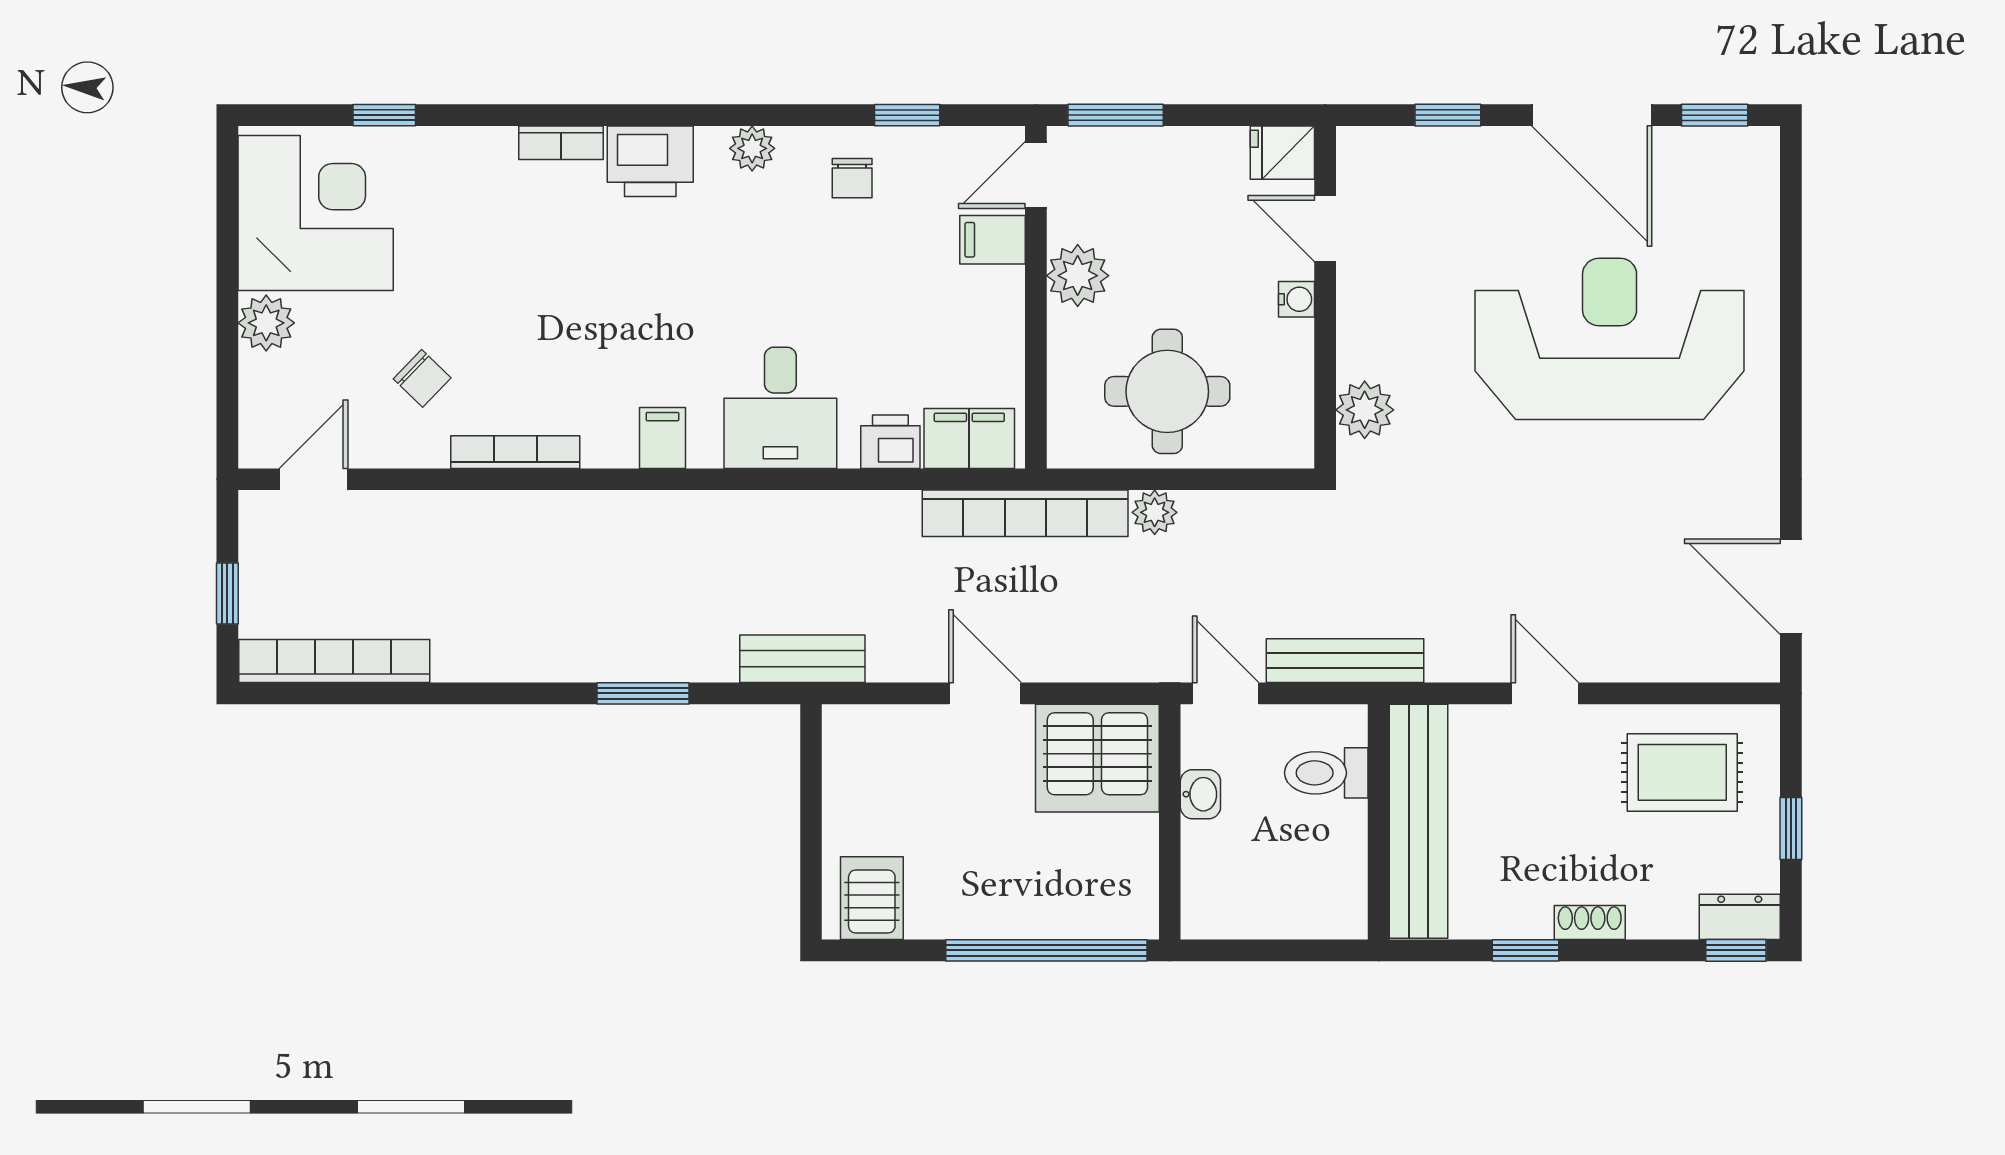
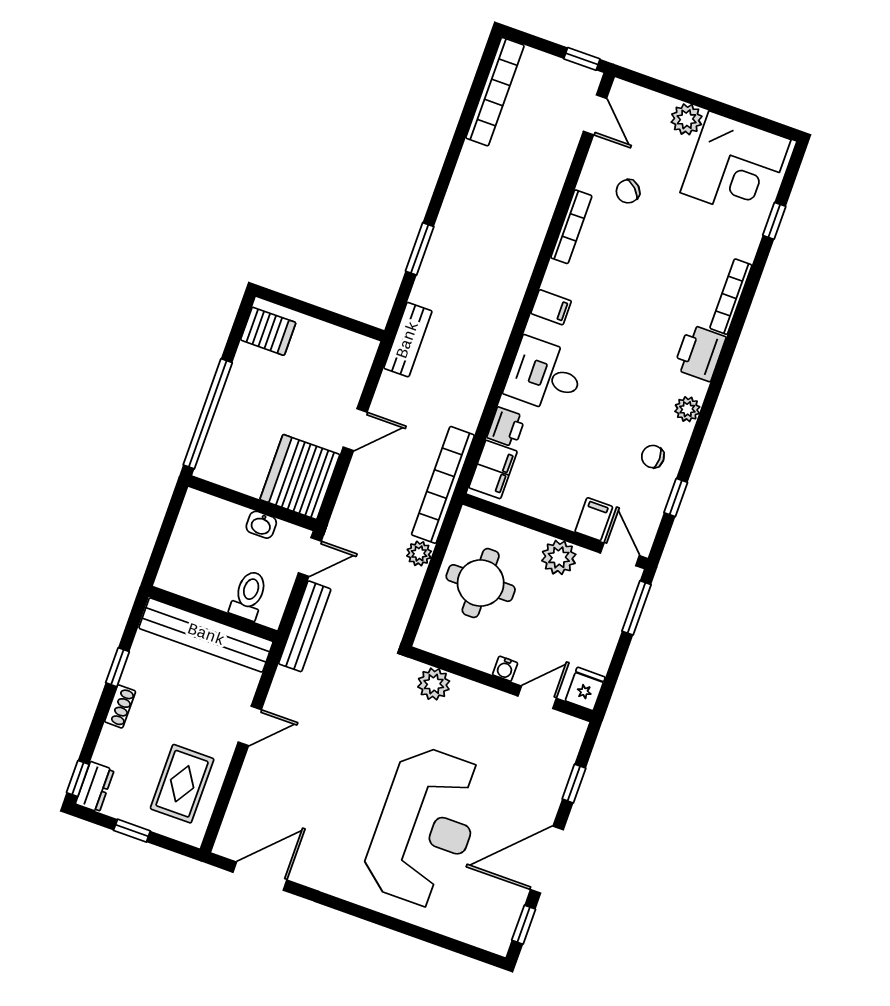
bookcase: (561, 143) -> (731, 297), width x1.56
window: (227, 594) -> (582, 59), moved

